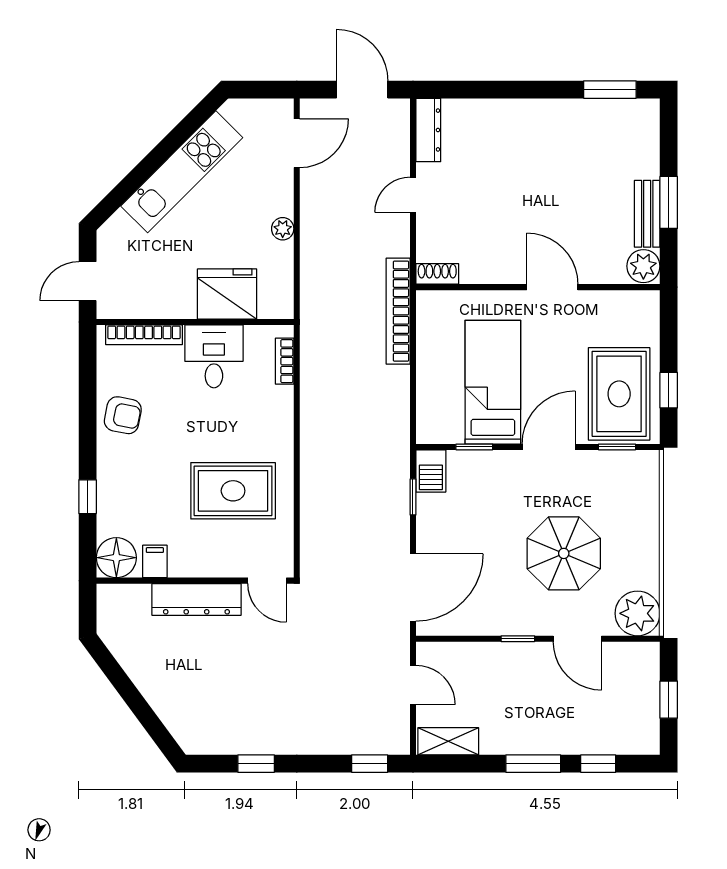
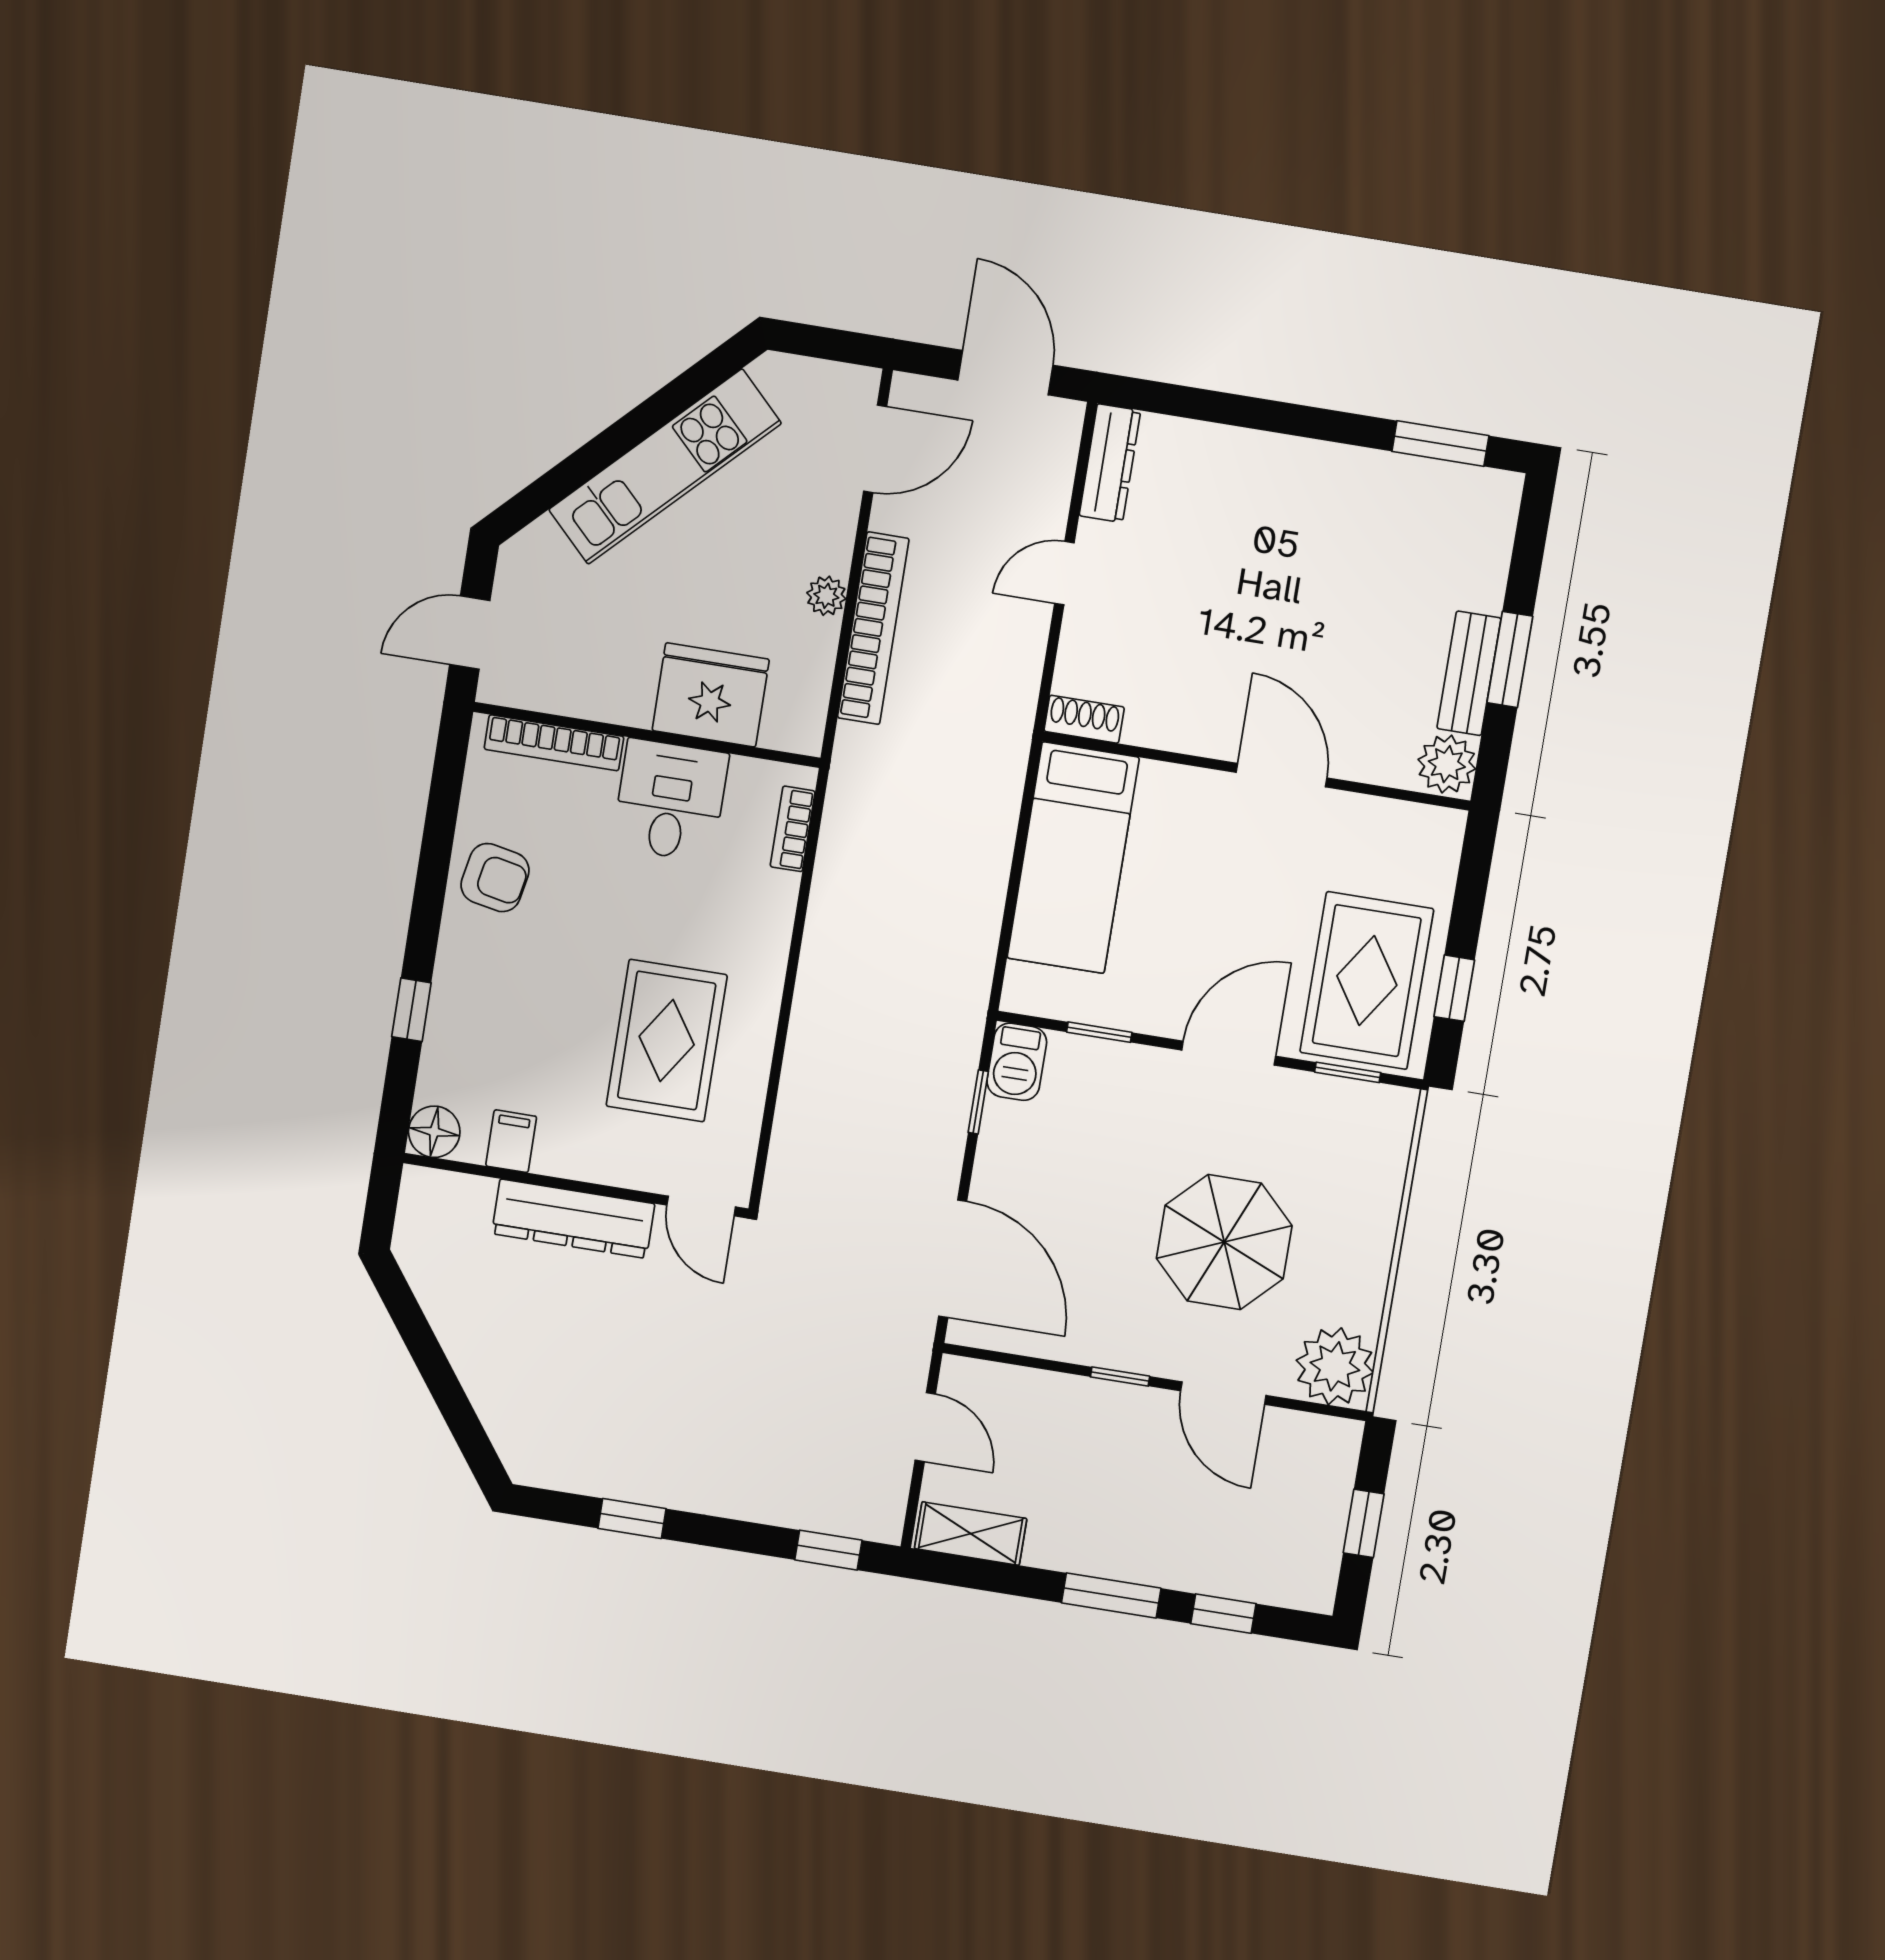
bookcase: (398, 311) -> (873, 628), moved, turned 180
bed: (493, 382) -> (1073, 858), moved, turned 180
rug: (233, 491) -> (667, 1041), turned 90
floor lamp: (116, 558) -> (434, 1132), width x0.73, depth x0.73
door: (413, 587) -> (953, 1259), hinge flipped

